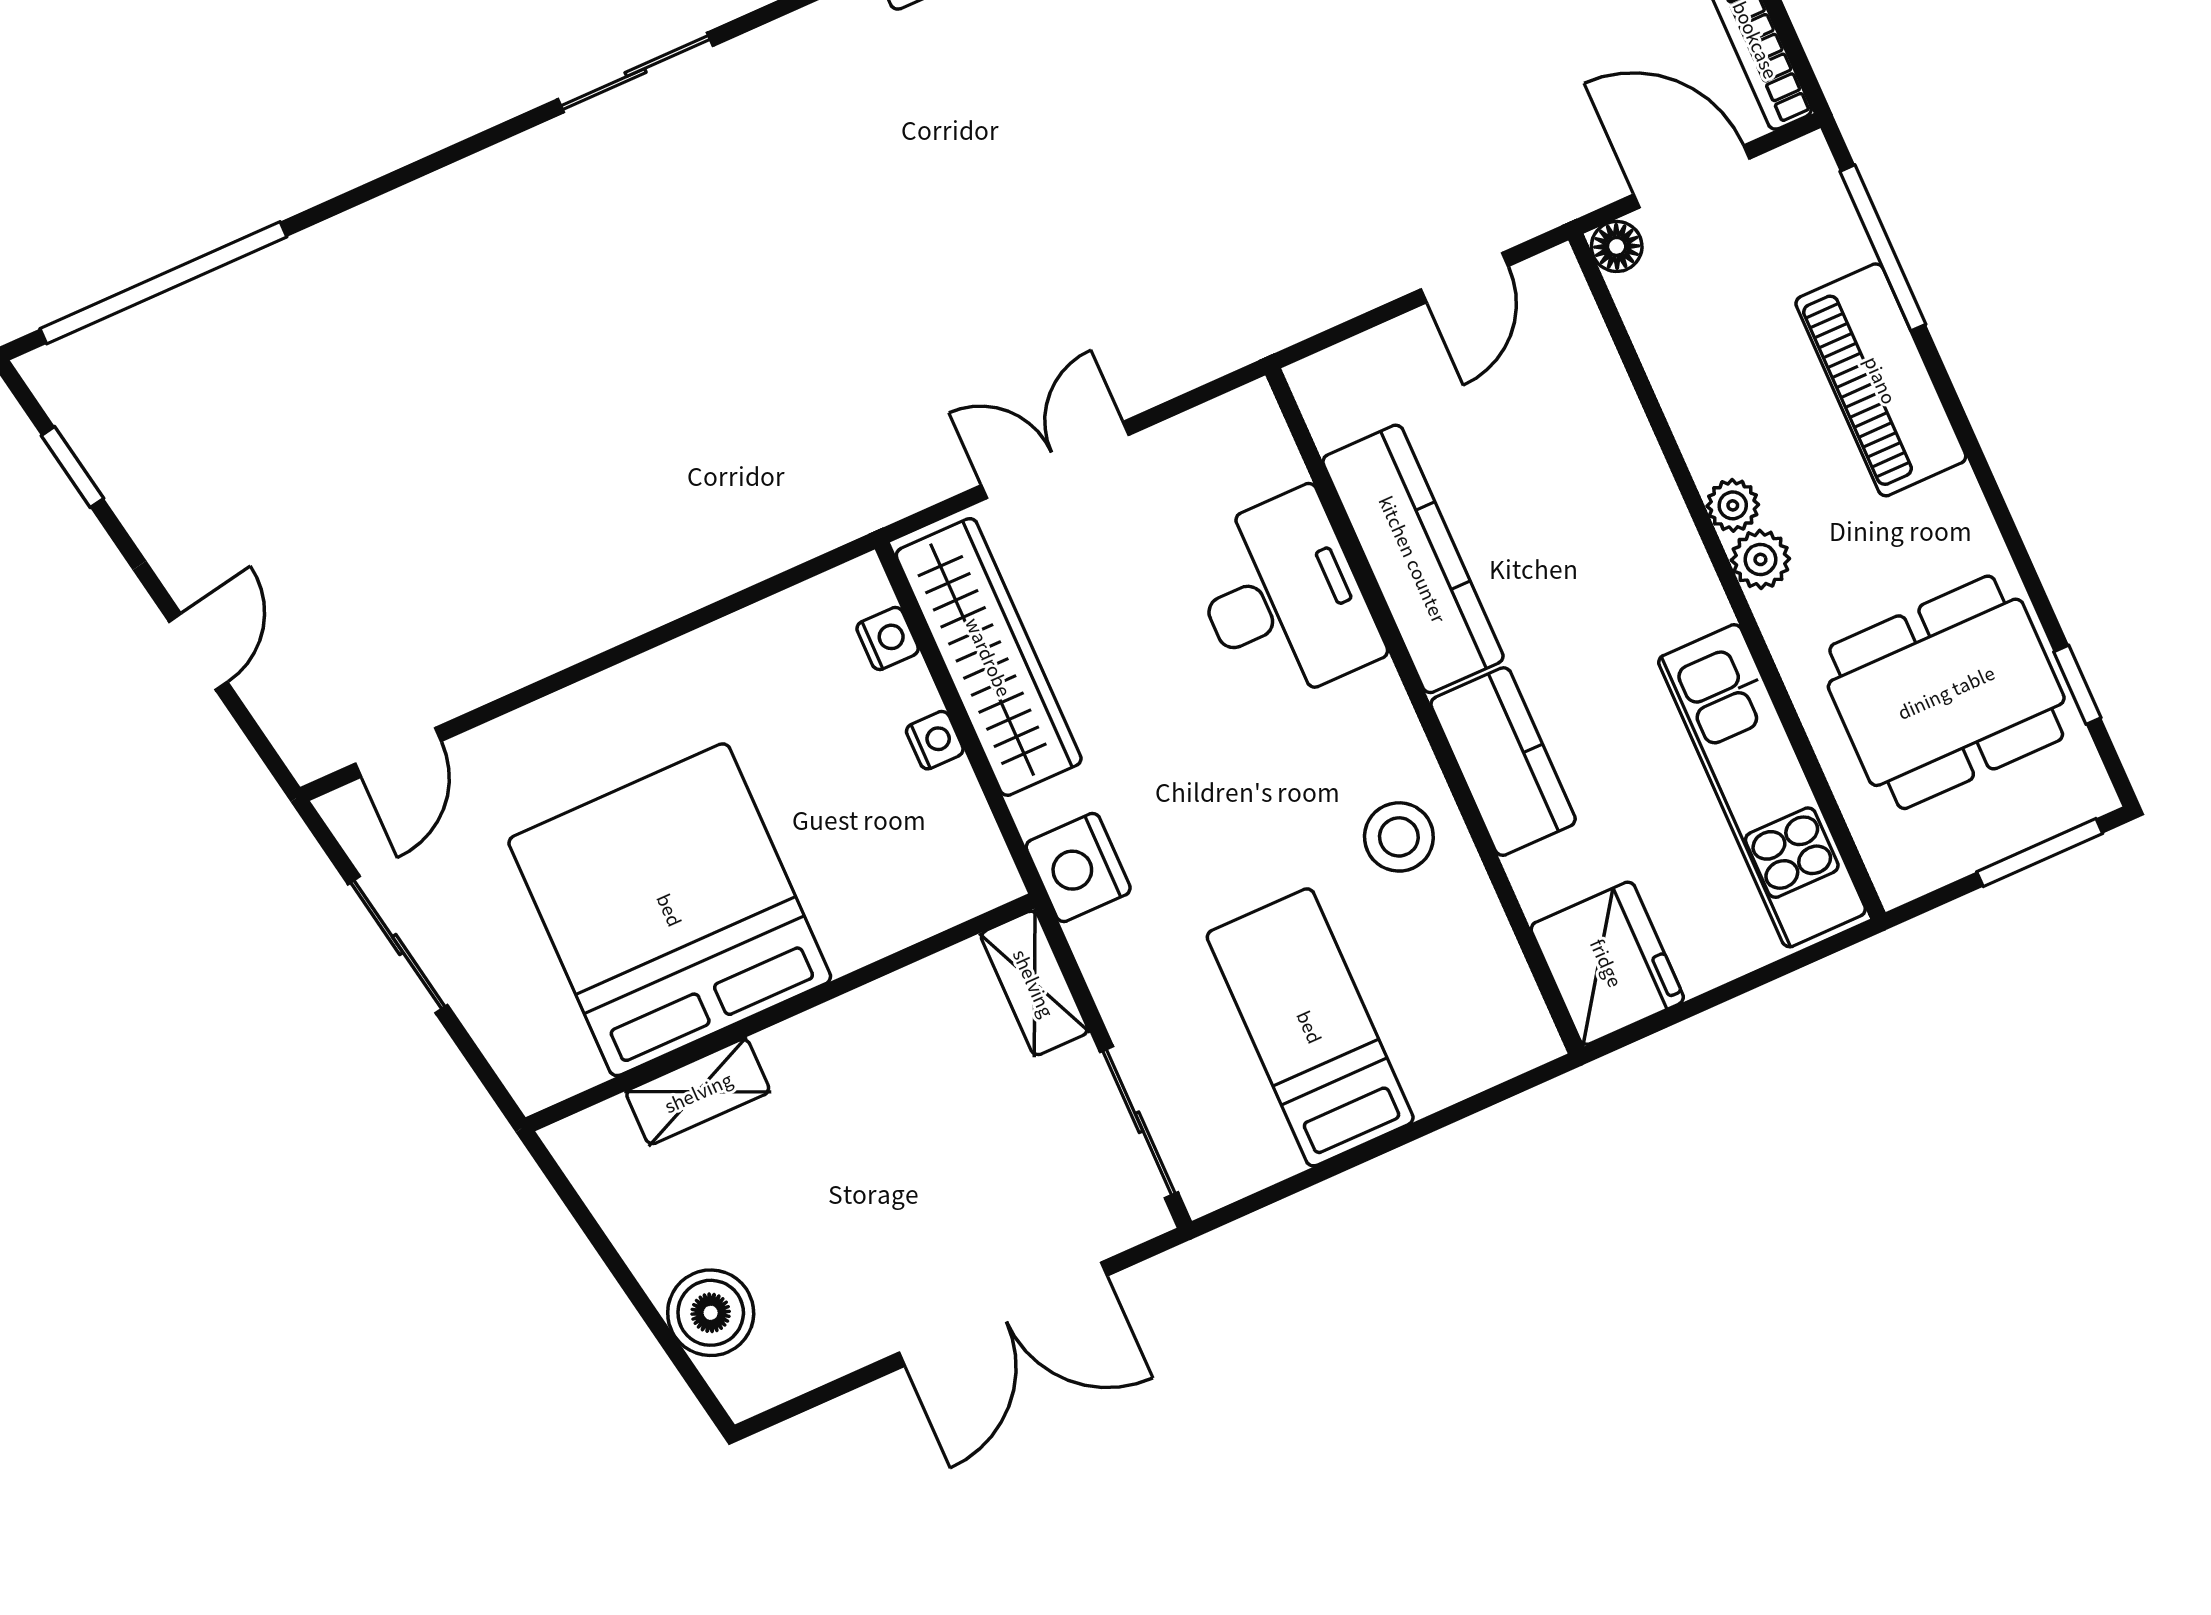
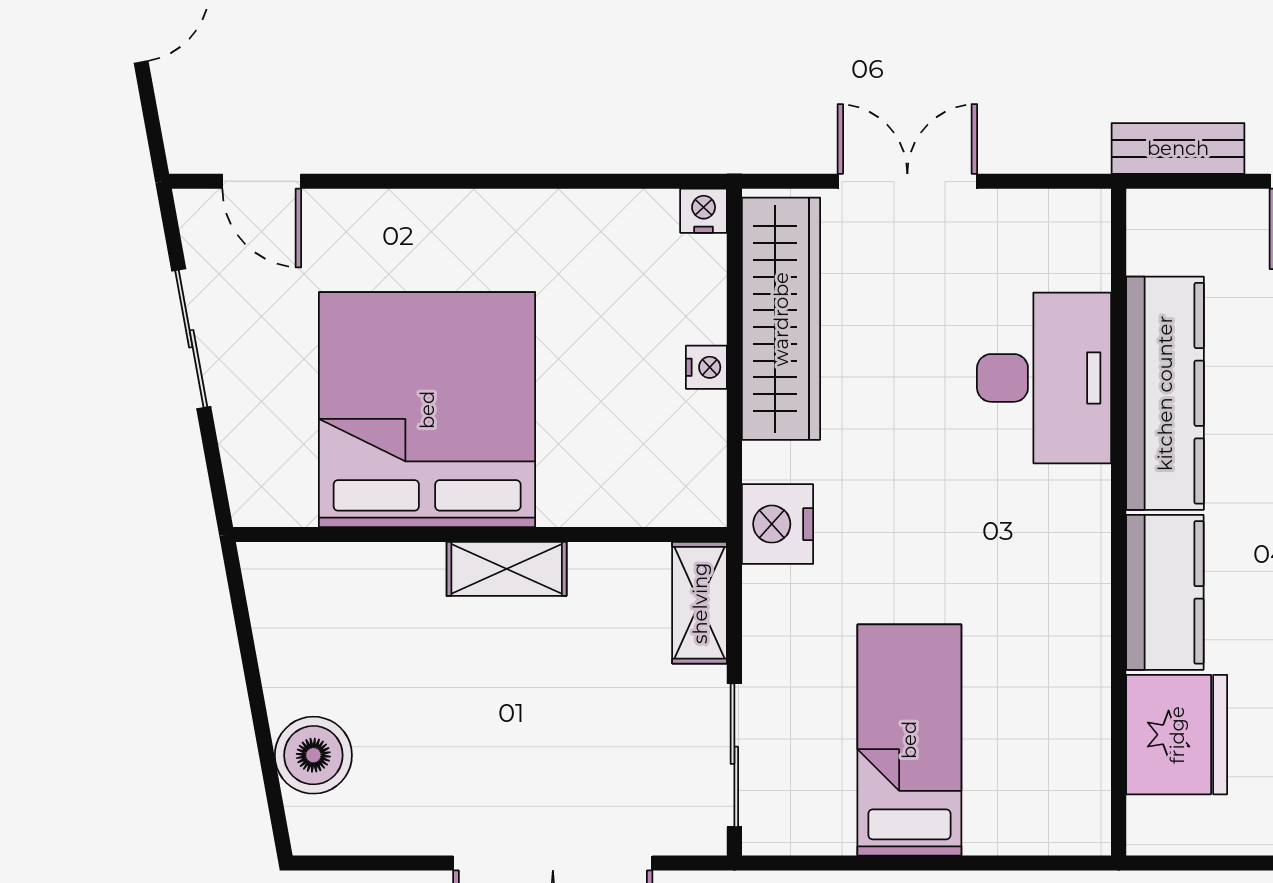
bench: (1315, 304) -> (1178, 148), added
nightstand: (888, 638) -> (704, 211), moved, turned -90
door: (398, 752) -> (262, 181), hinge flipped
stool: (1399, 837) -> (1052, 616), removed
fridge: (1607, 963) -> (1177, 735), moved
shelving: (698, 1092) -> (507, 569), moved

